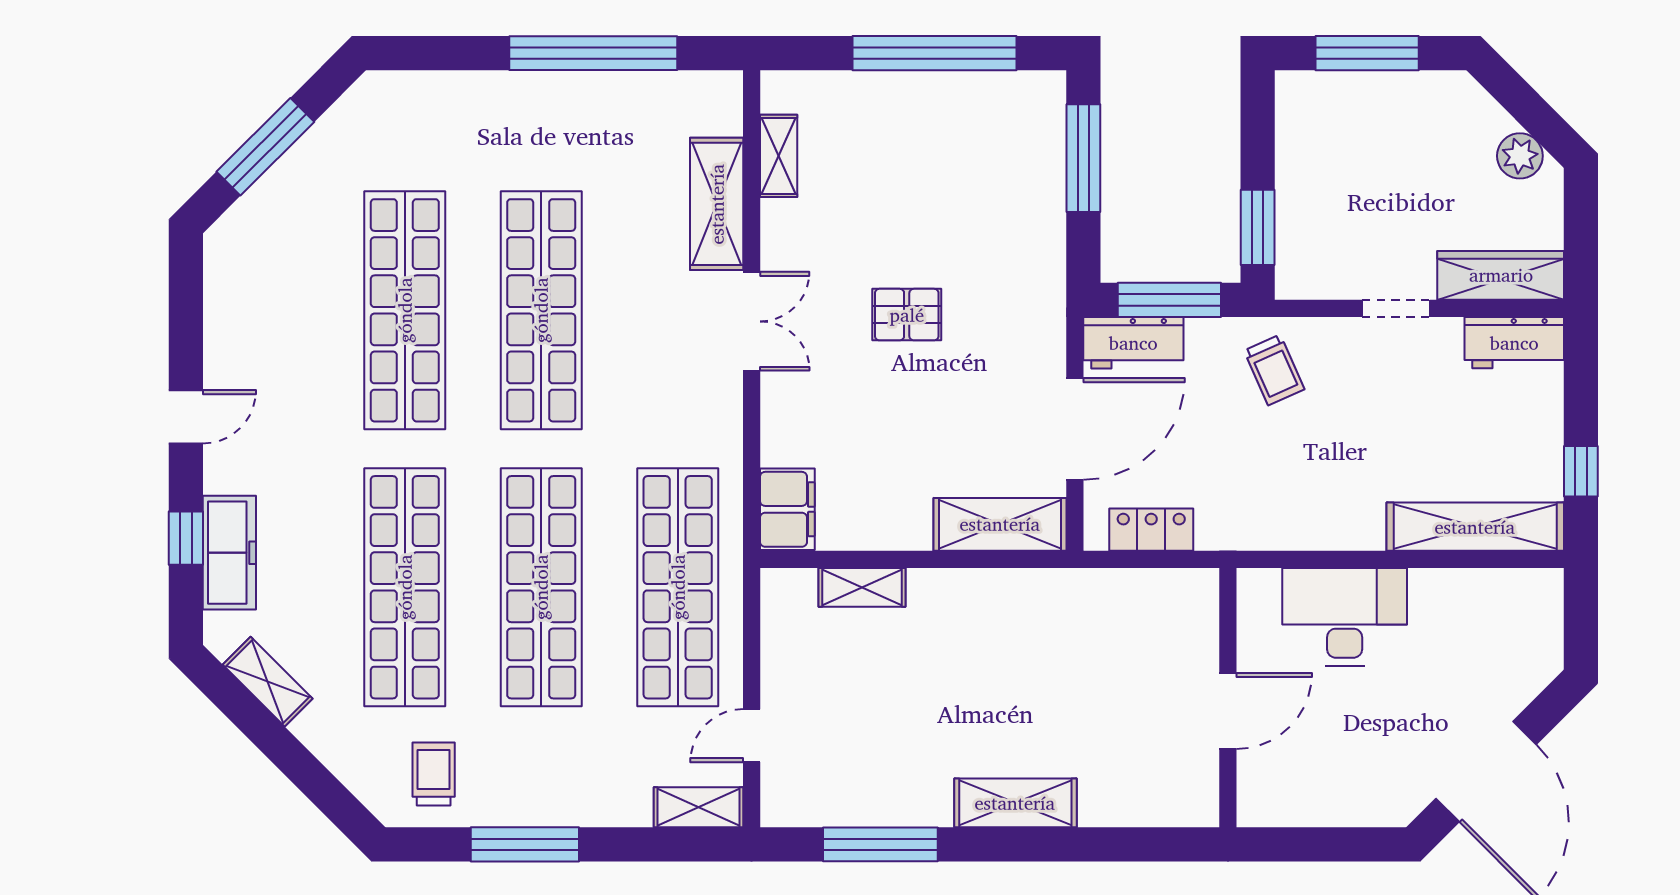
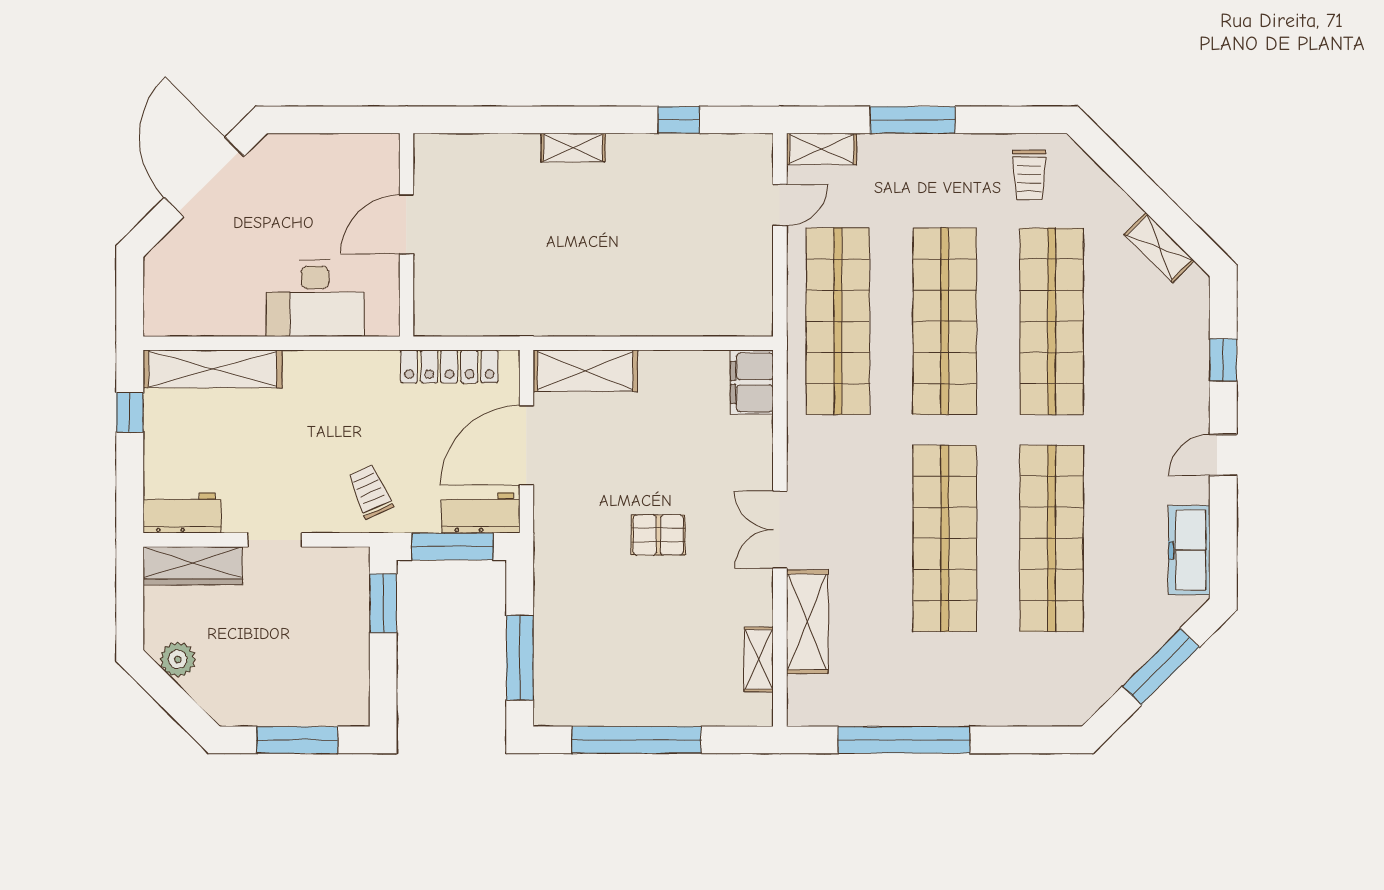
locker: (1151, 530) -> (449, 366), width x1.53
freezer: (229, 553) -> (1189, 550), moved
shelving: (862, 587) -> (693, 321), removed
shelving: (1015, 803) -> (573, 148), width x0.67, depth x0.75
window: (525, 844) -> (913, 120), moved
window: (880, 844) -> (679, 120), width x0.46

